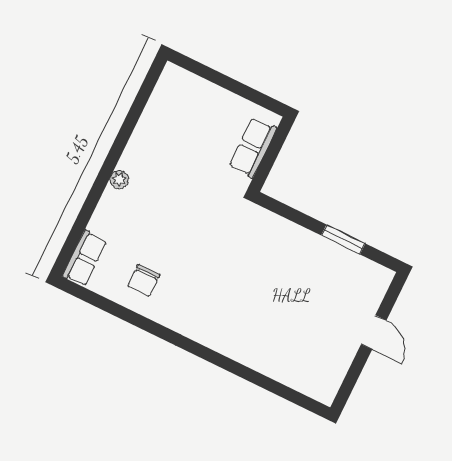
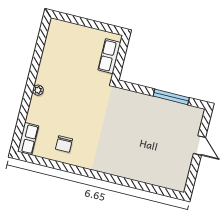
window: (343, 239) -> (171, 97), width x1.44

